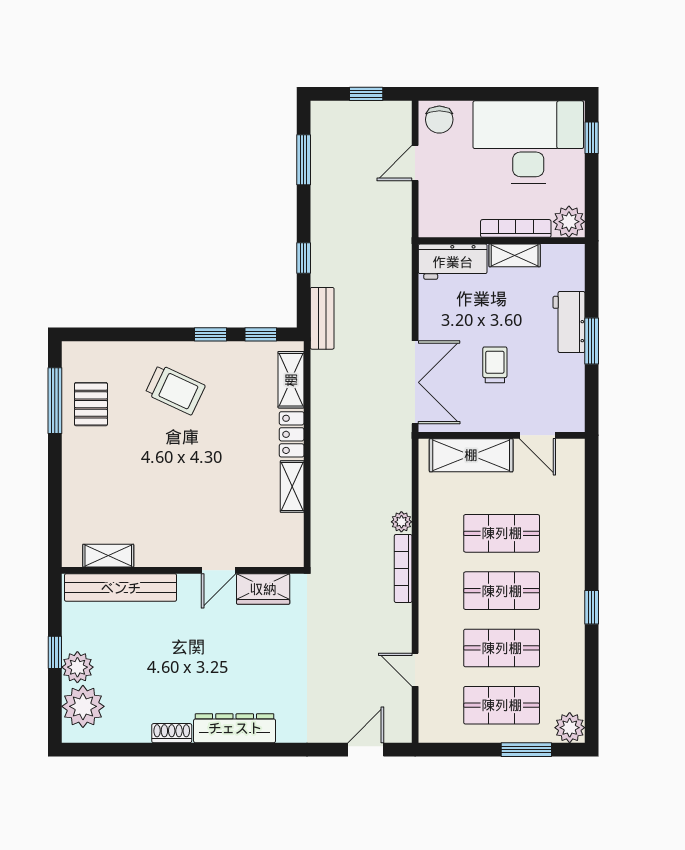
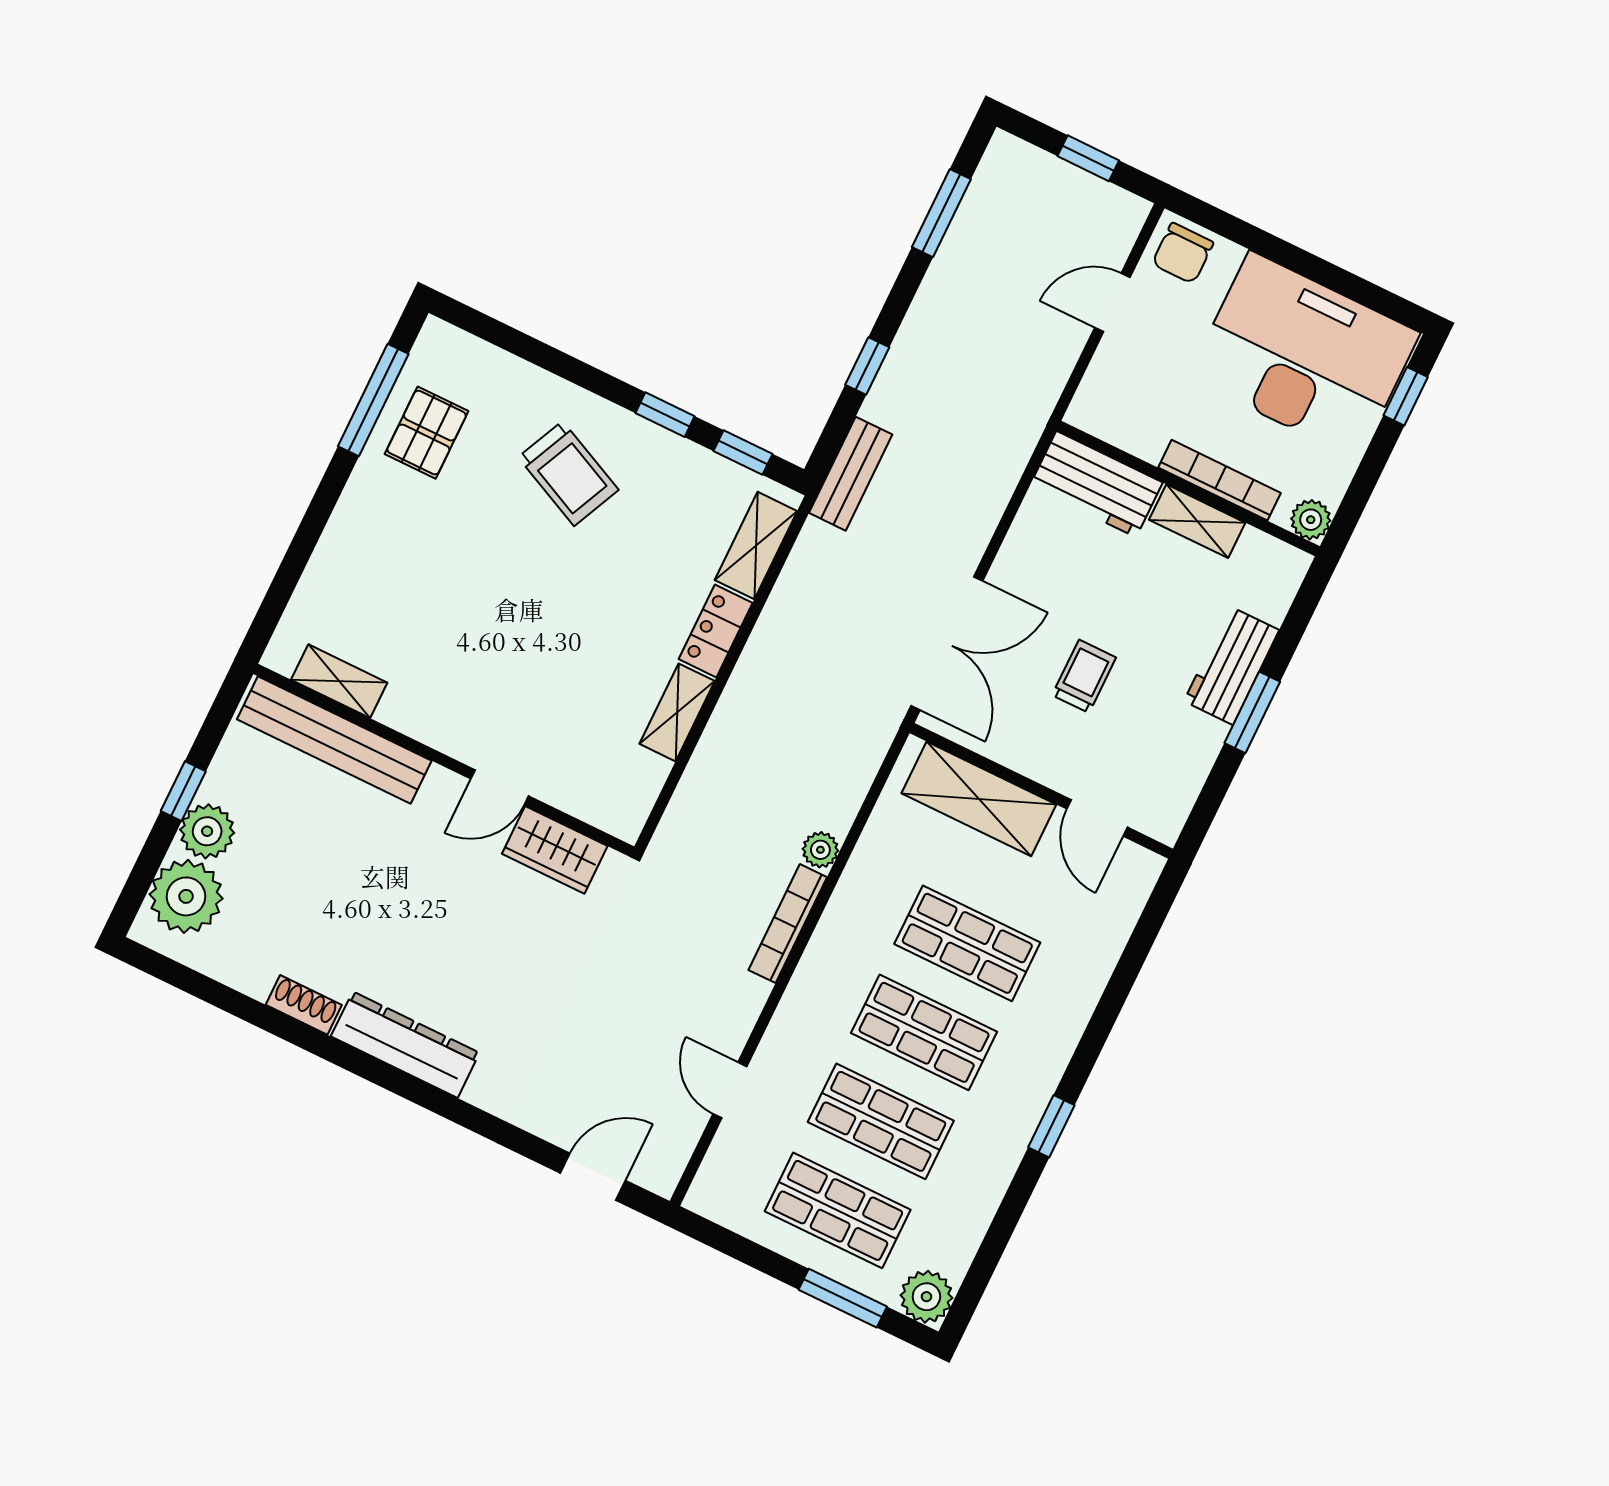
plant: (569, 222) -> (1311, 520), width x0.73, depth x0.73

